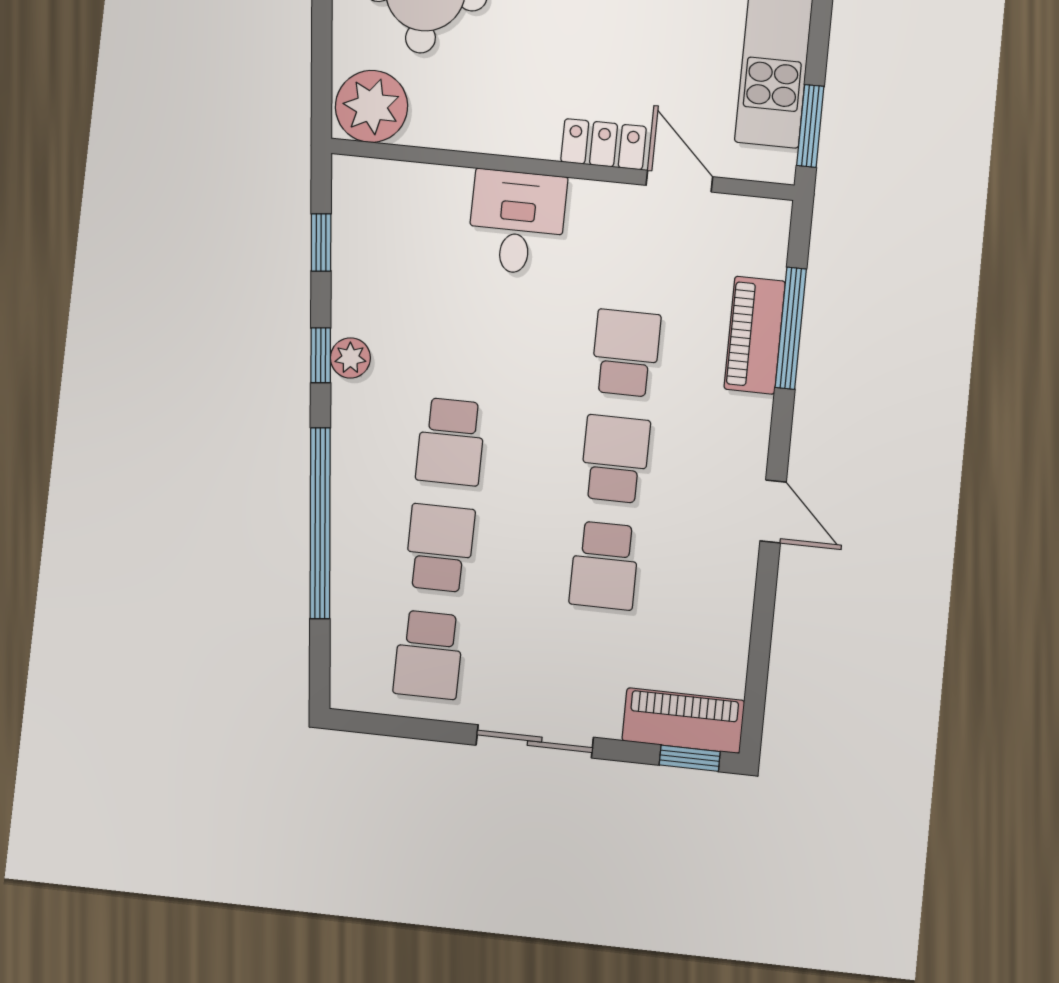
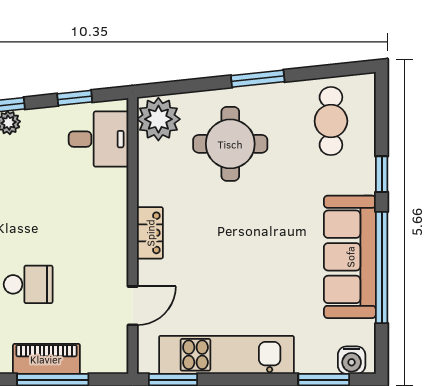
locker: (604, 144) -> (150, 233), moved
desk: (517, 222) -> (99, 139), moved

